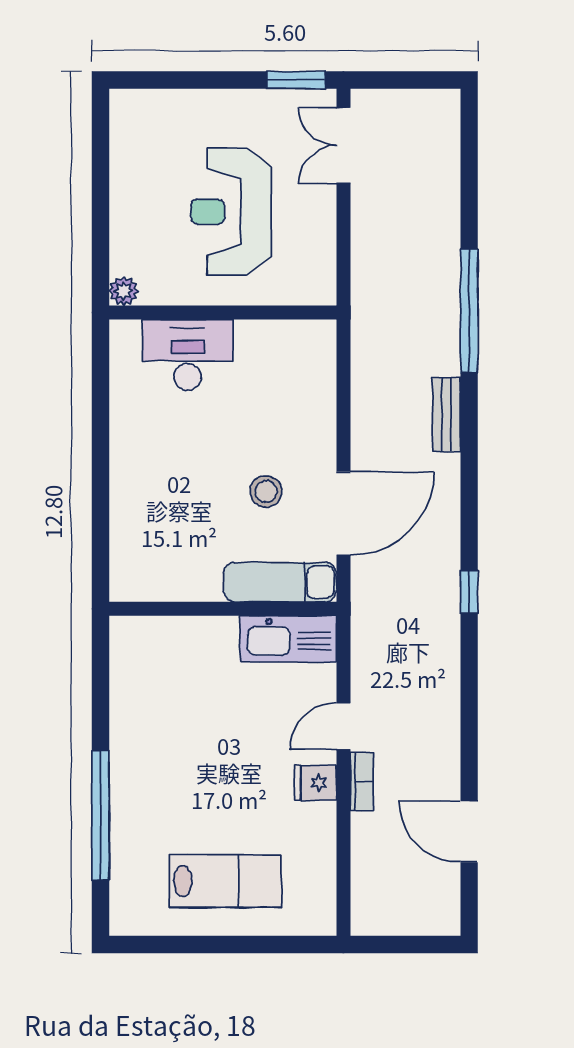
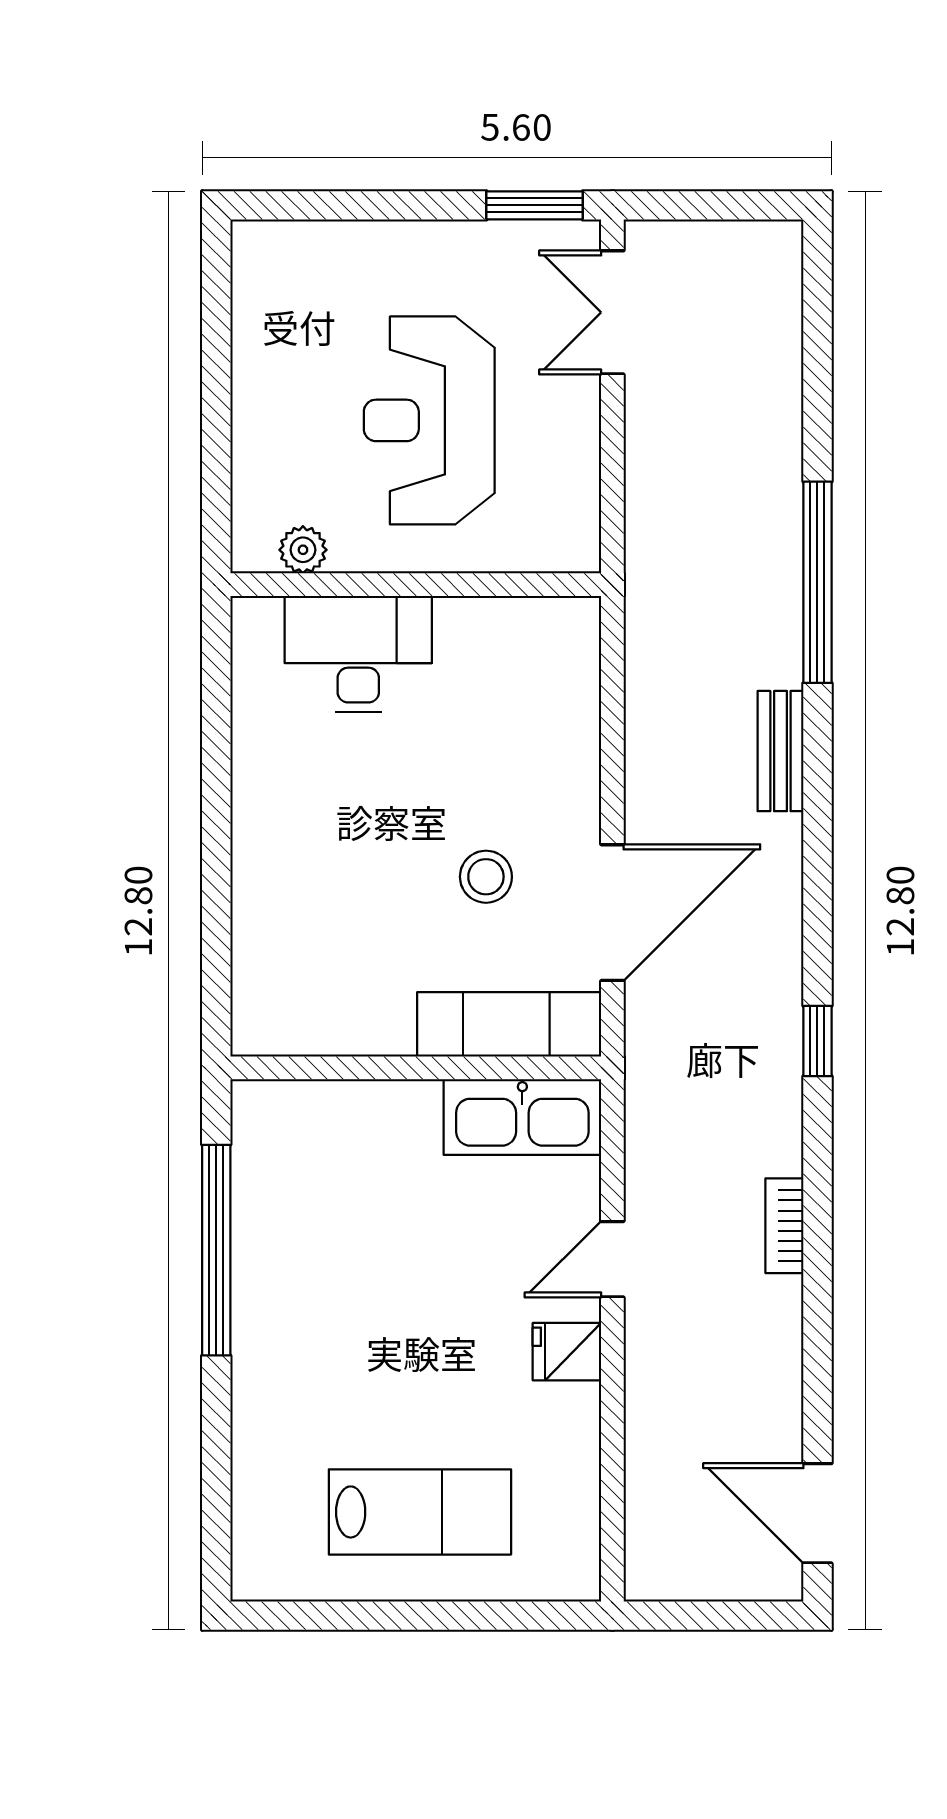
plant: (124, 291) -> (303, 550), moved
bookcase: (362, 782) -> (784, 1226), moved, turned 180
window: (101, 815) -> (216, 1250), moved
door: (469, 832) -> (817, 1513), moved

